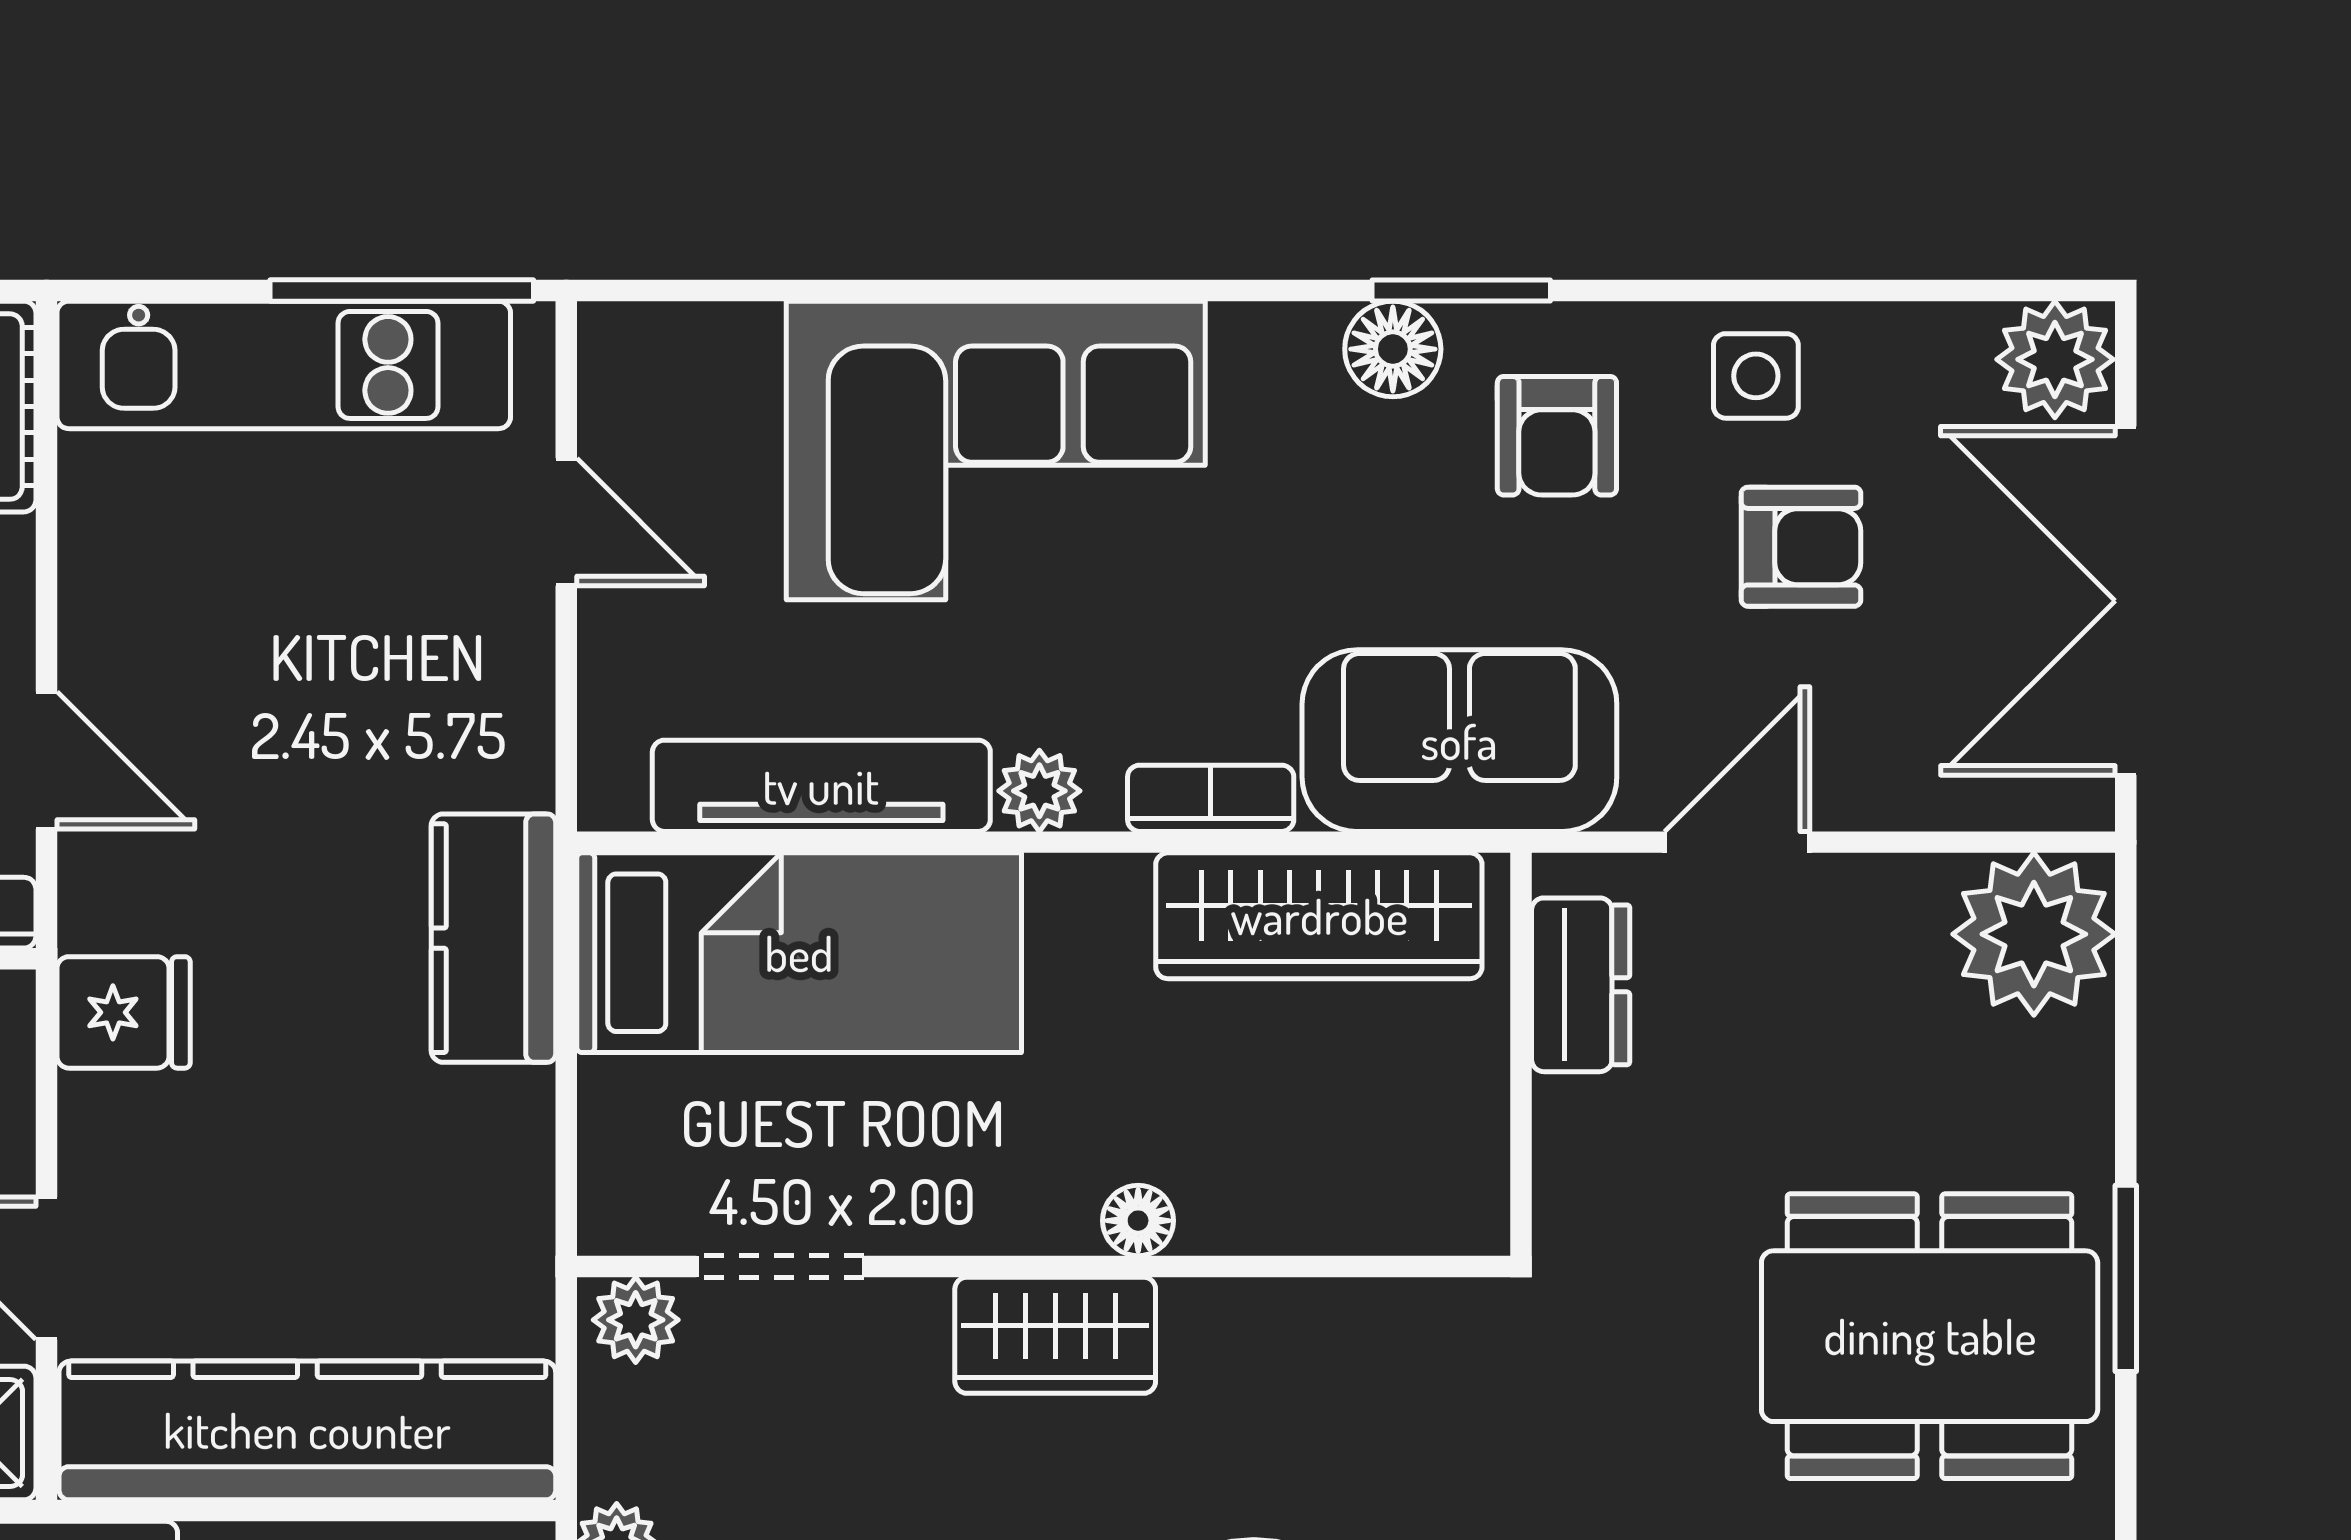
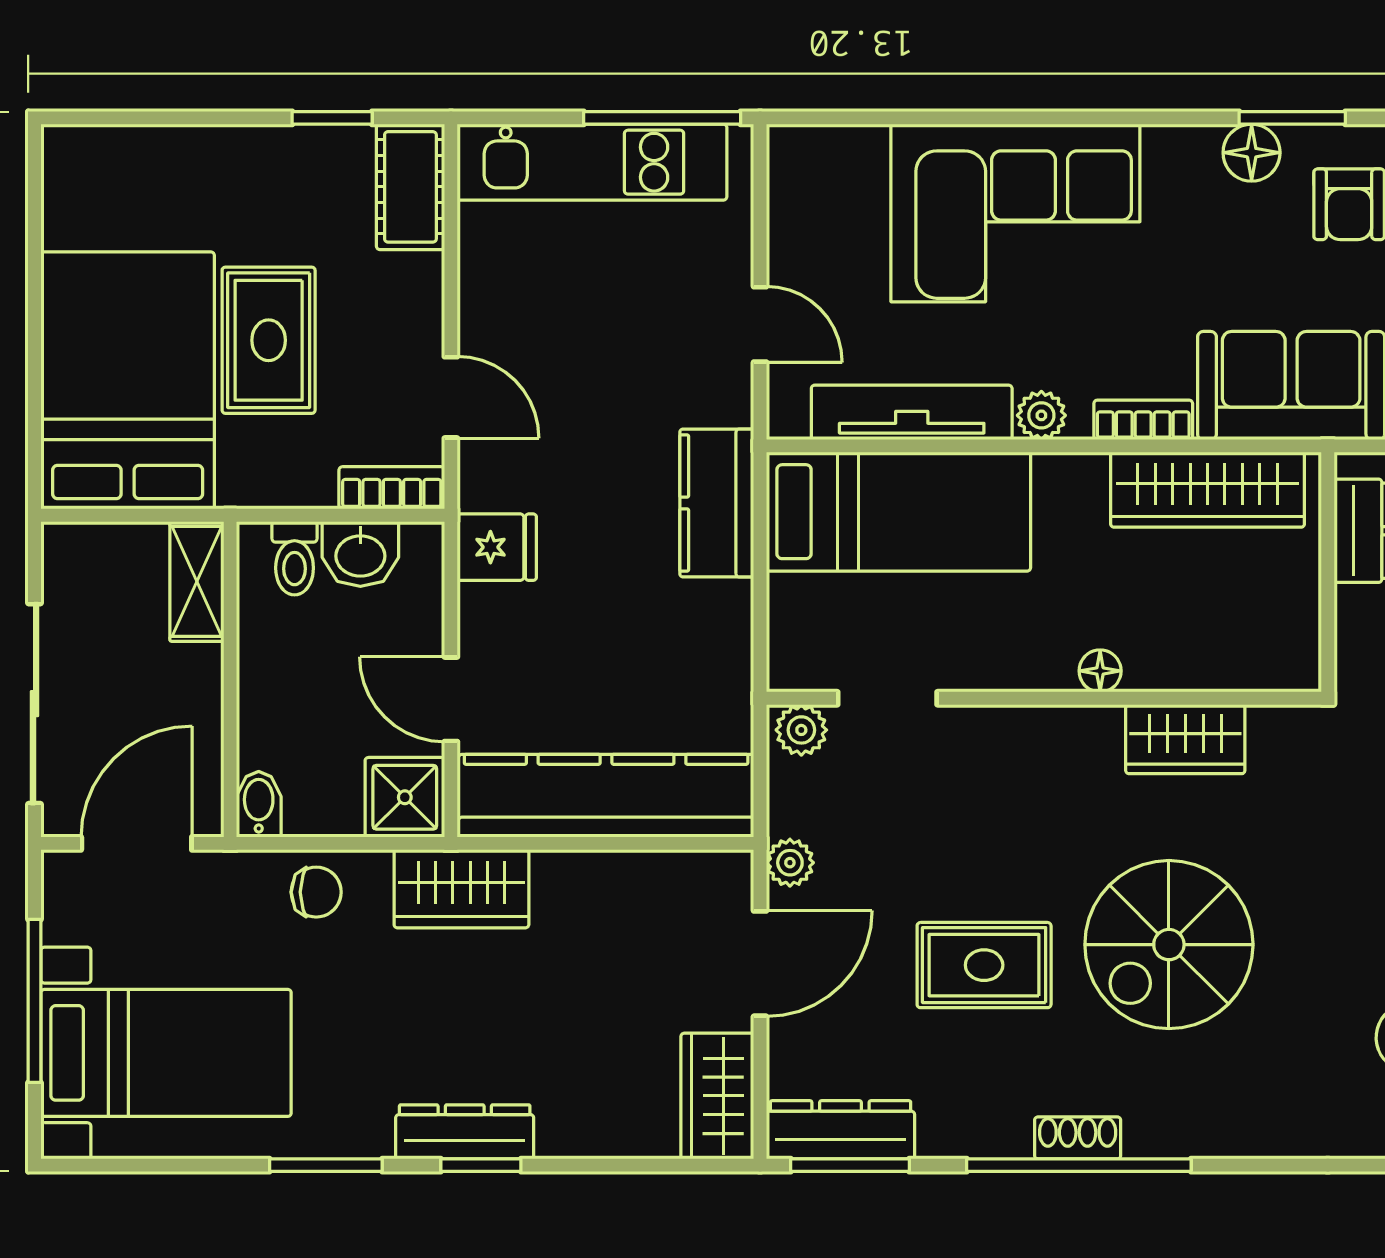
door: (566, 522) -> (760, 324), moved
wardrobe: (1055, 1335) -> (1185, 739), moved

